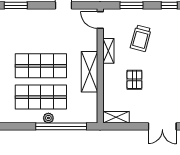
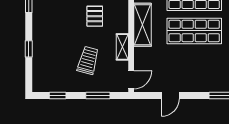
door: (100, 20) -> (131, 80), hinge flipped

